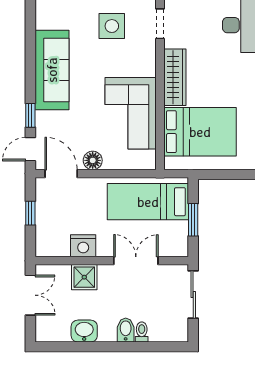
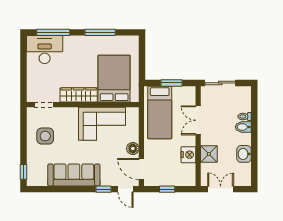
door: (61, 174) -> (141, 169), hinge flipped

